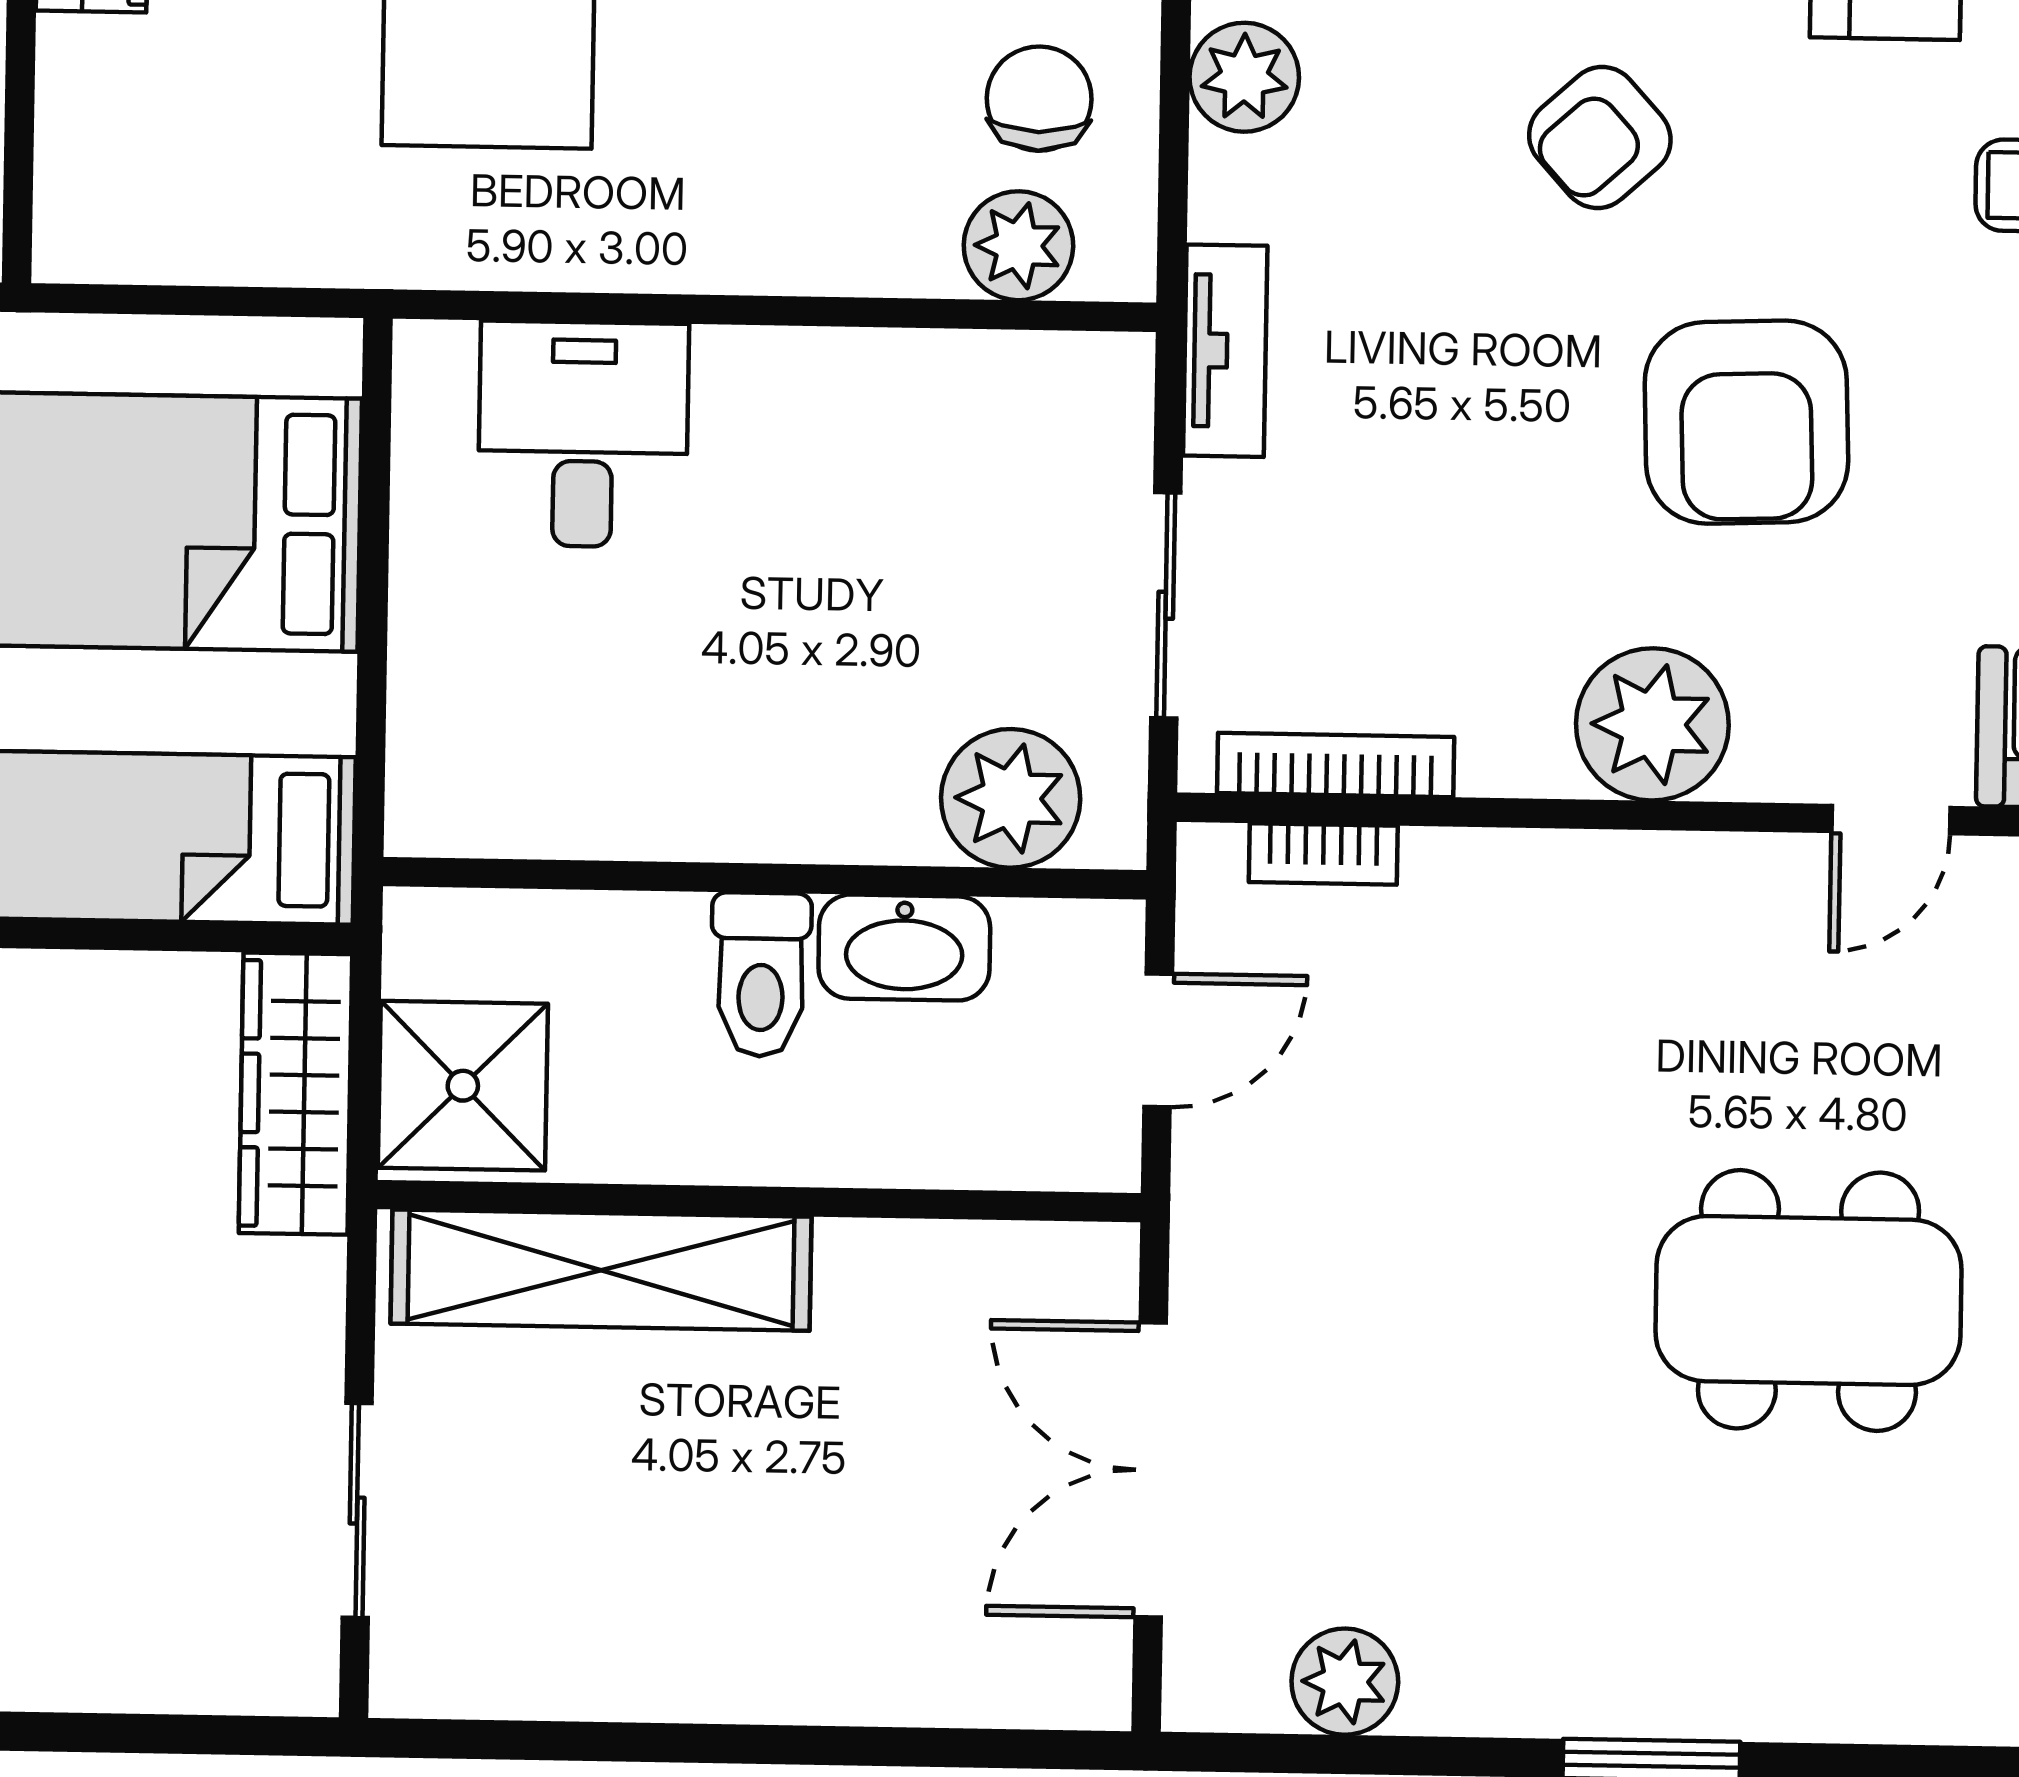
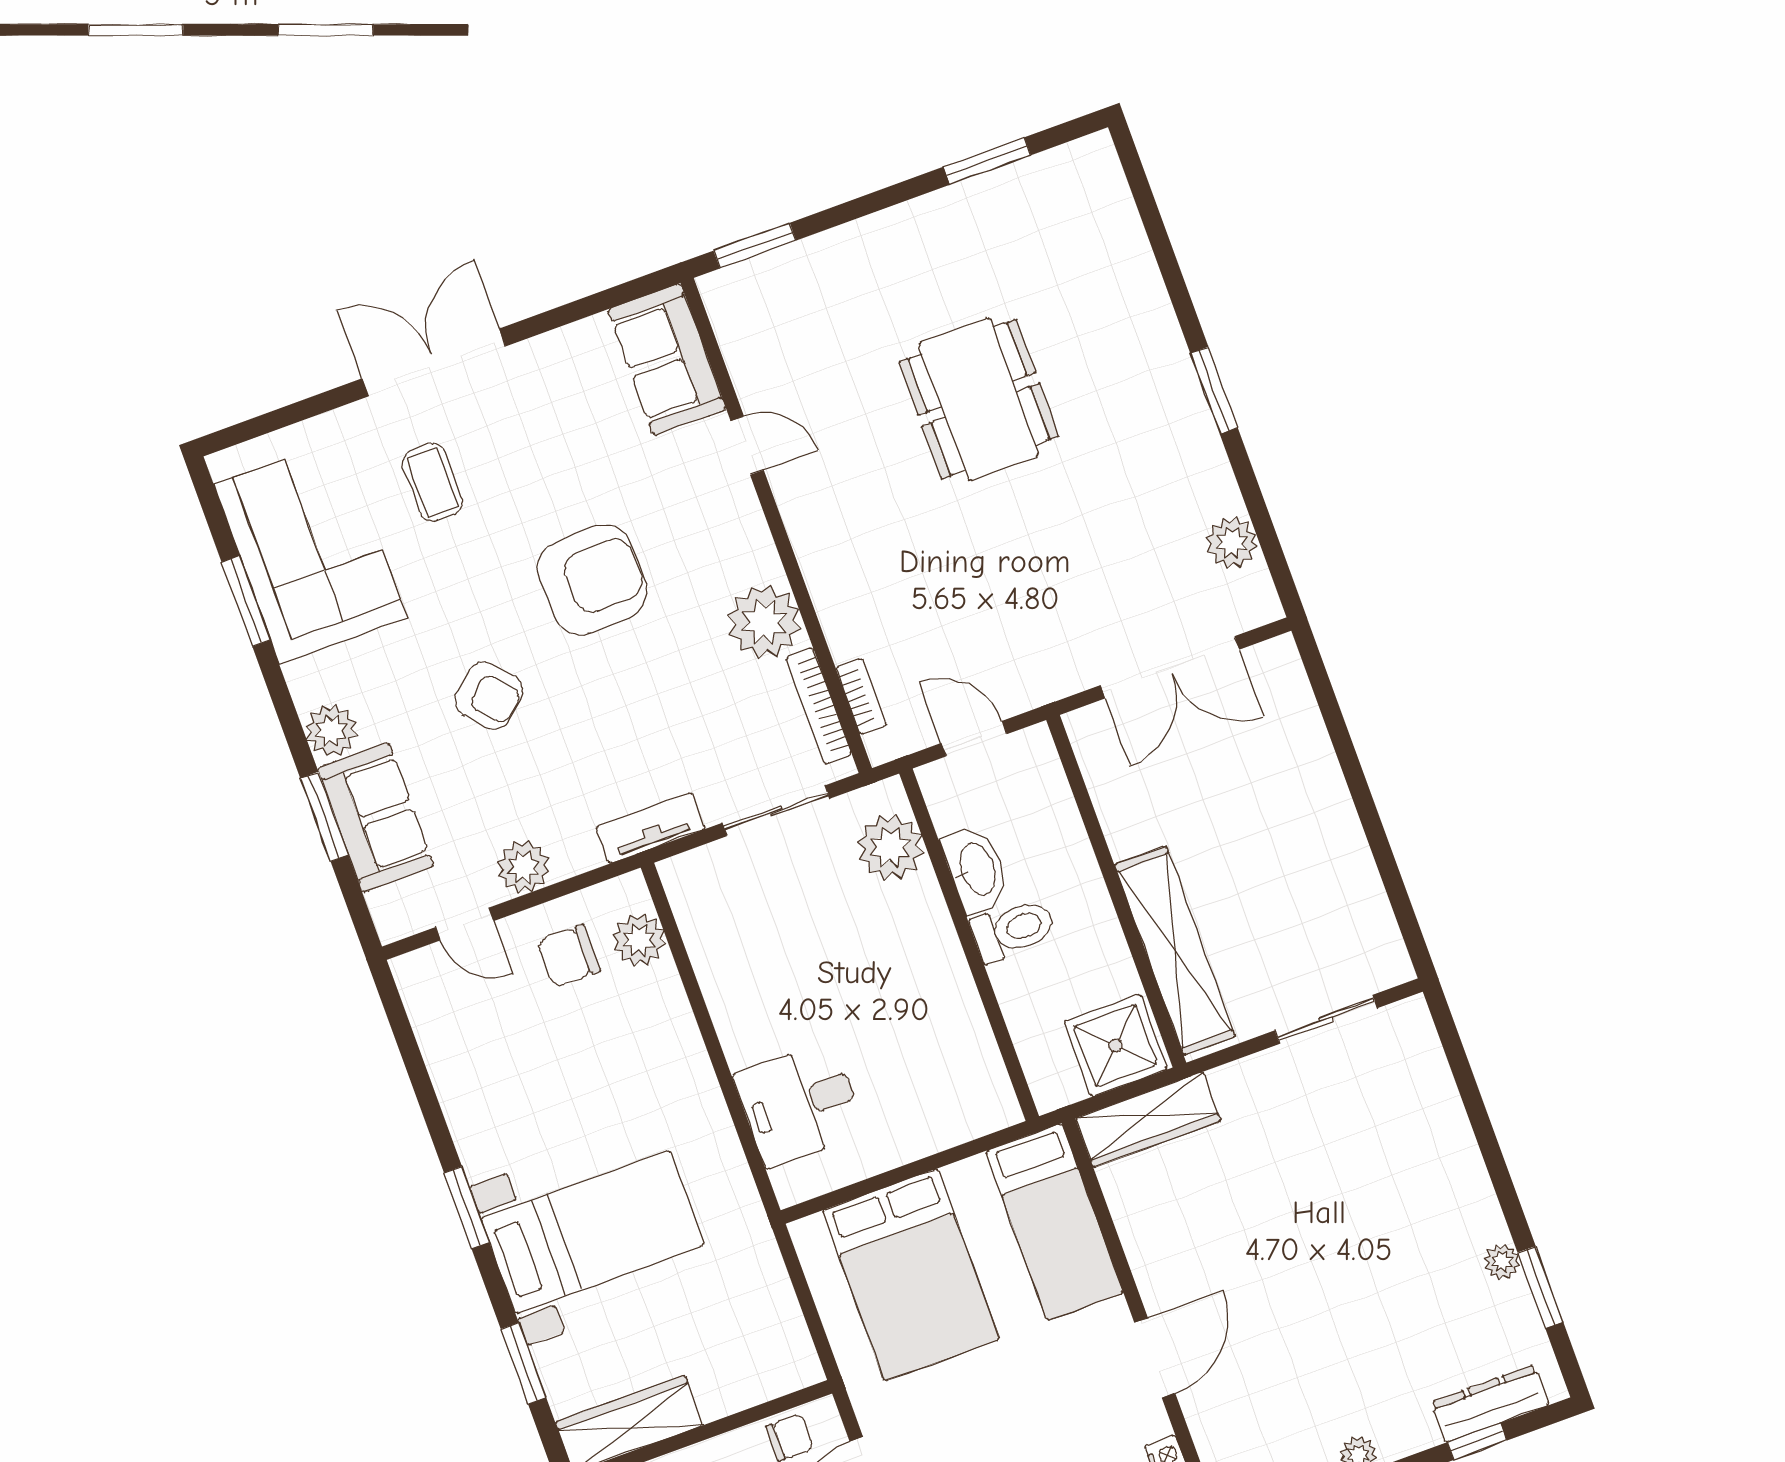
plant: (1652, 724) -> (764, 622), moved

